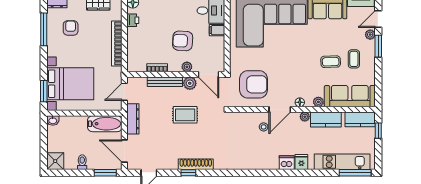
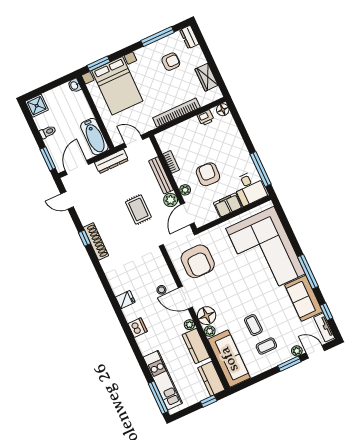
filing cabinet: (217, 30) -> (228, 205), width x2.00
floor lamp: (300, 102) -> (207, 316), width x1.89, depth x1.89
fridge: (301, 162) -> (125, 300), moved

